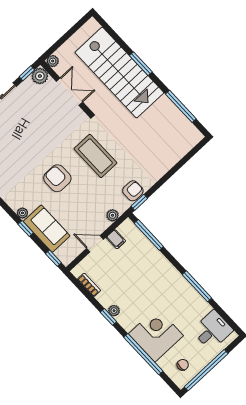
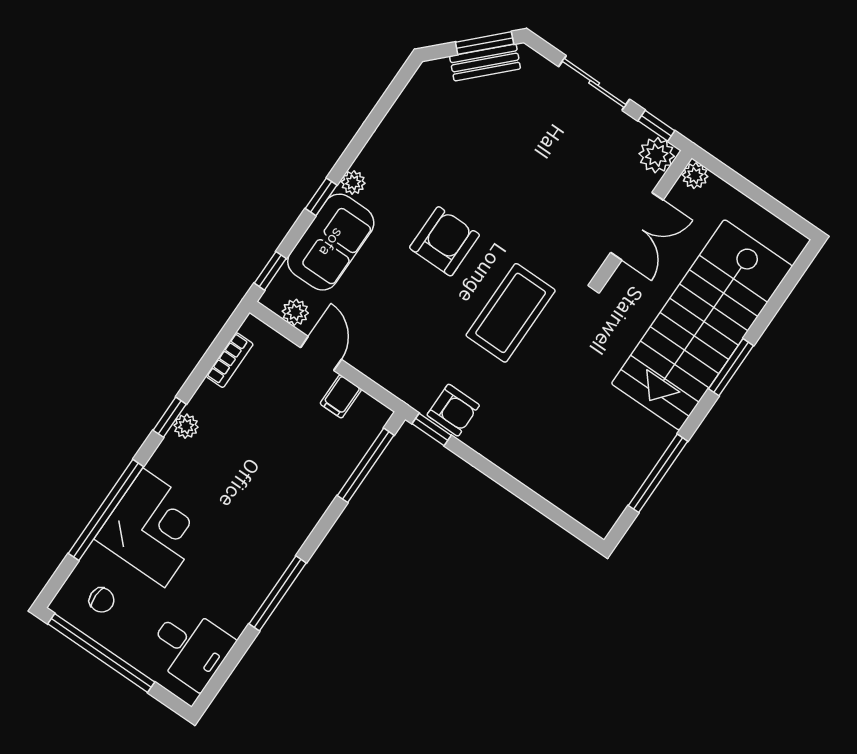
plant: (113, 215) -> (295, 312), moved

